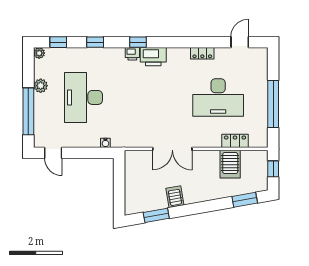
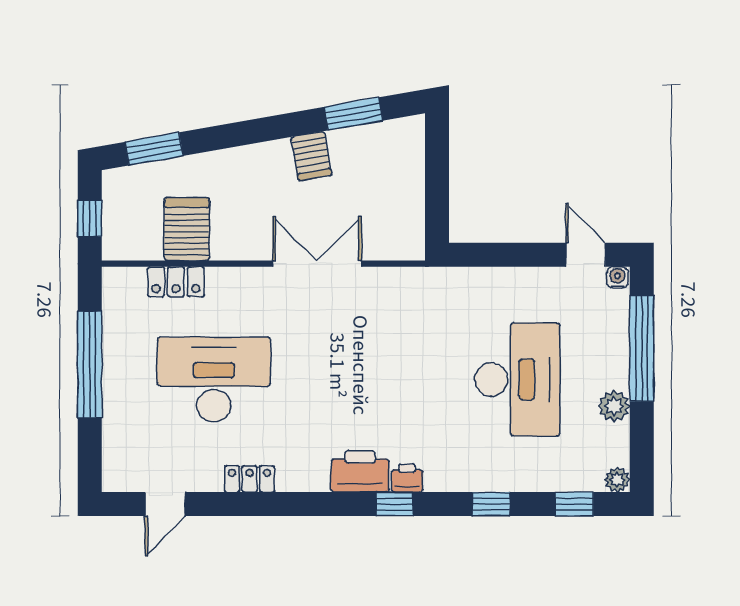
water cooler: (105, 143) -> (617, 277), moved

